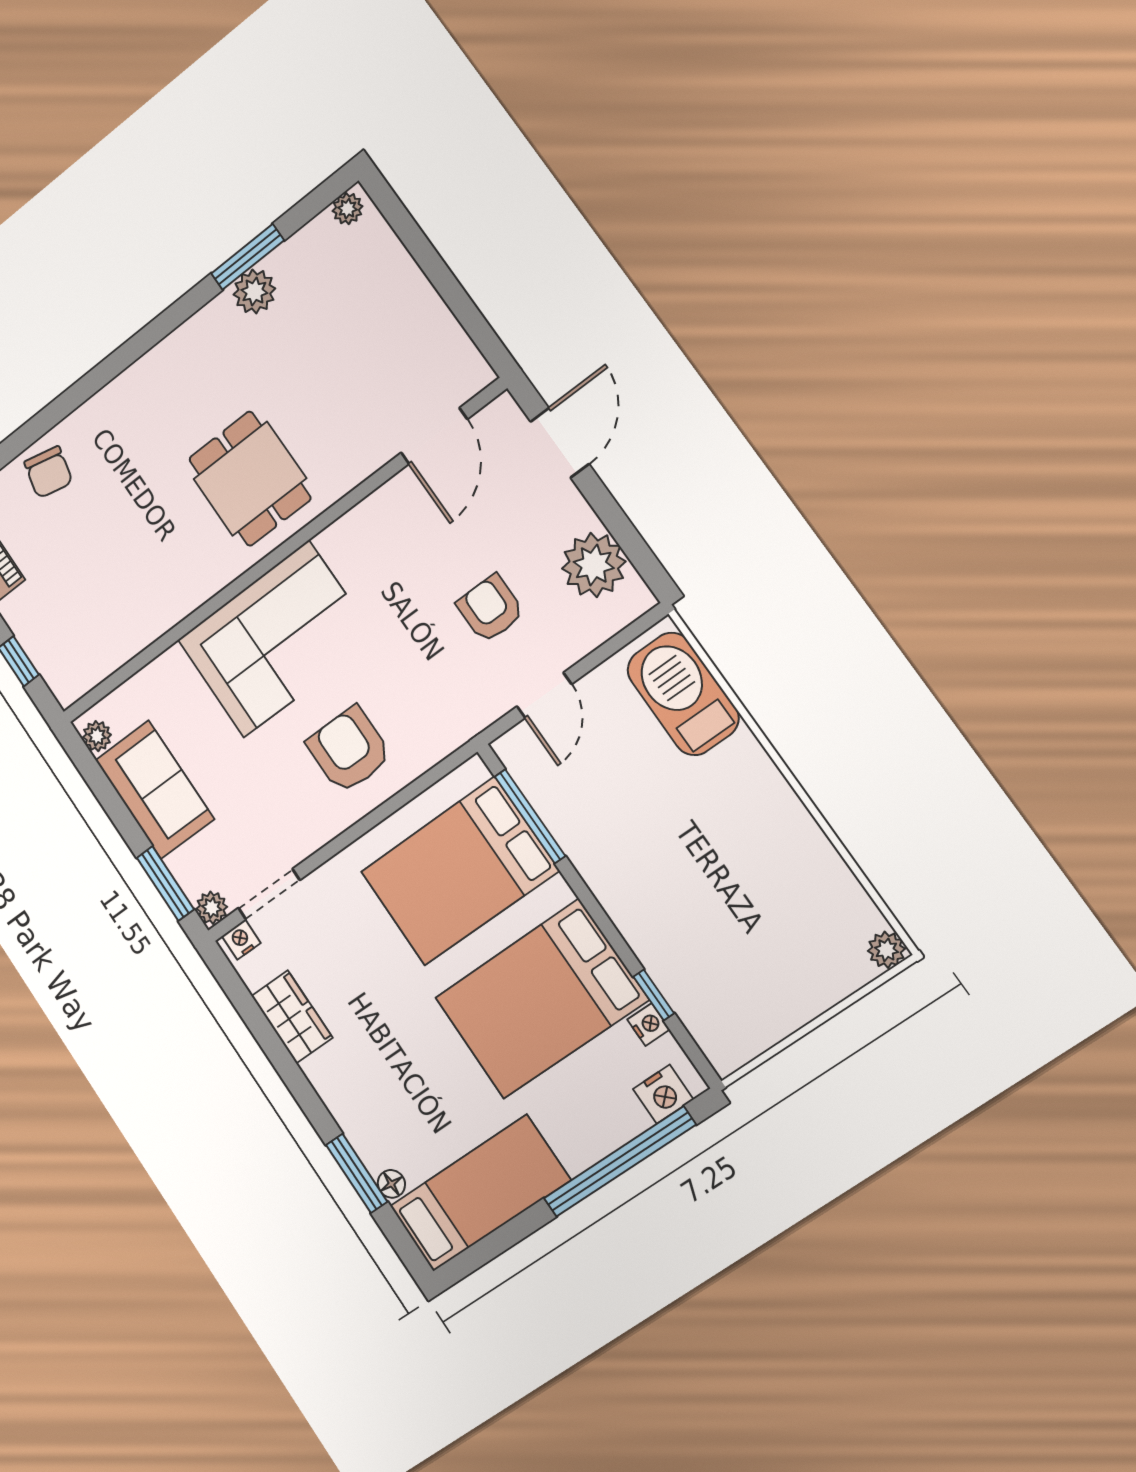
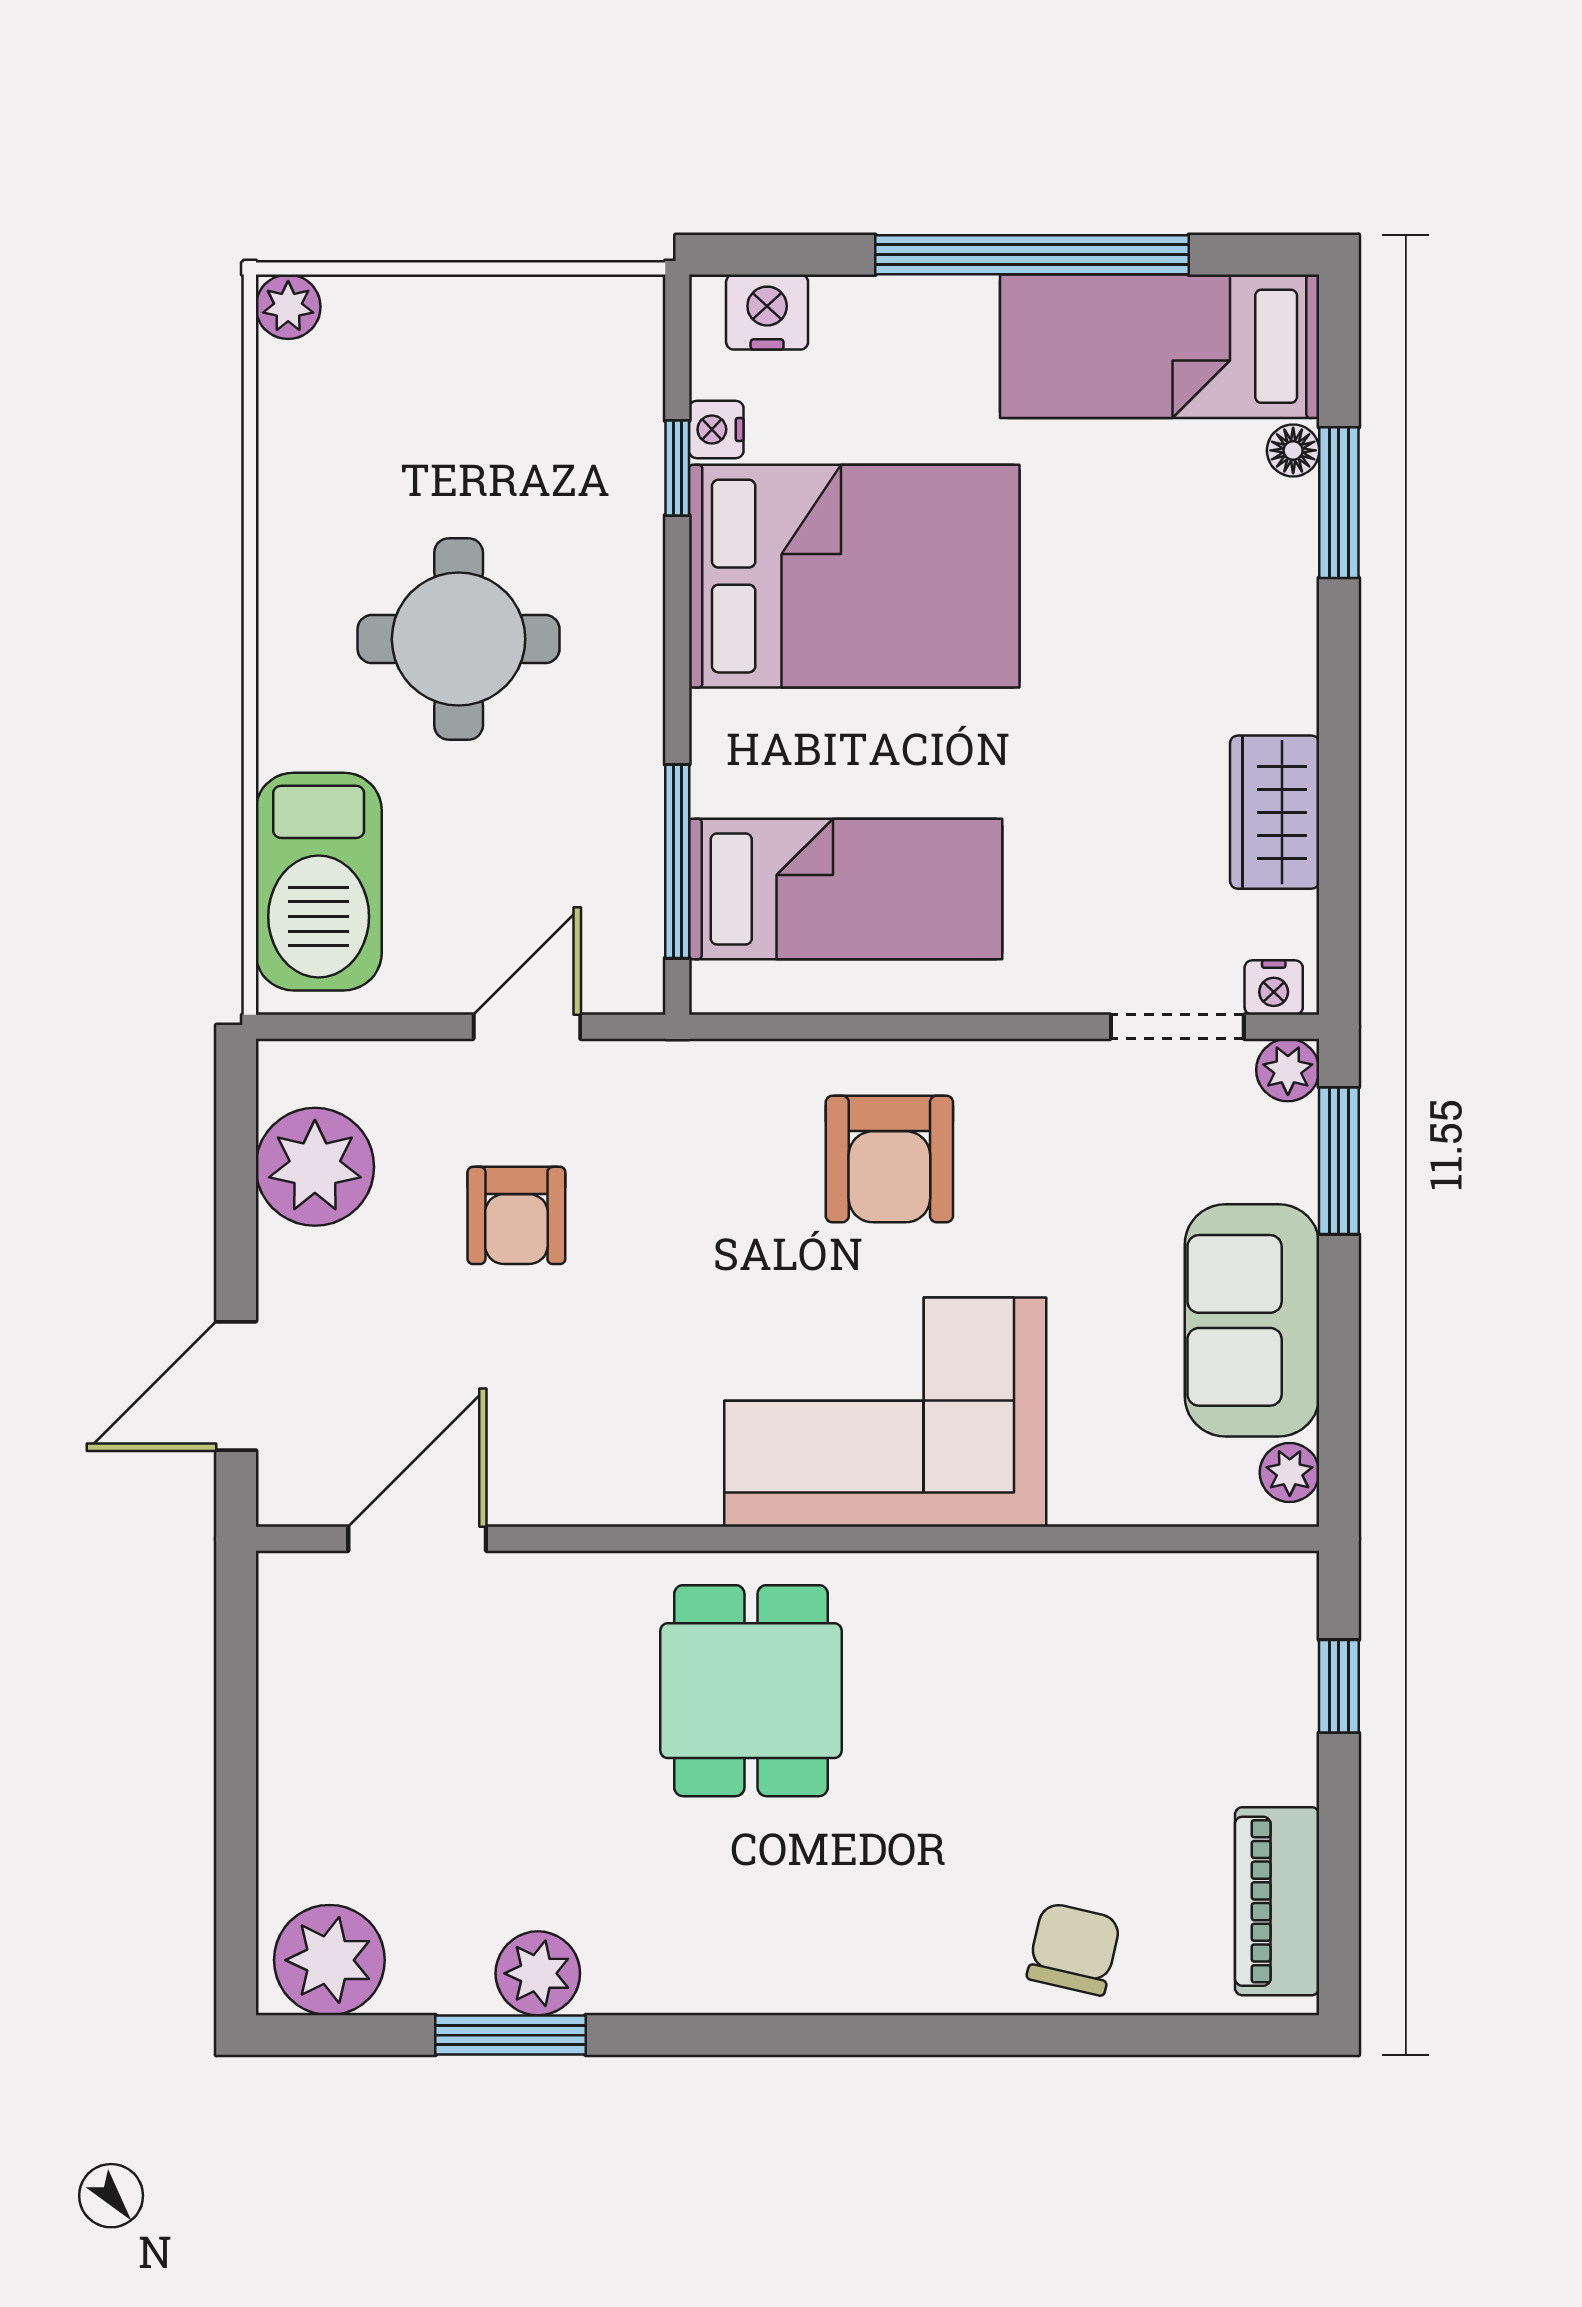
plant: (347, 209) -> (329, 1960), width x1.88, depth x1.88
round table: (698, 849) -> (459, 639), added
bed: (459, 871) -> (846, 889), width x0.67
window: (620, 1162) -> (1032, 255), moved

